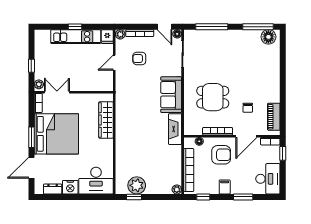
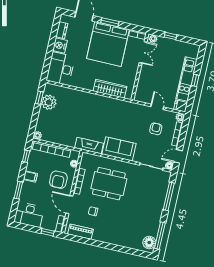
dining table: (213, 97) -> (109, 184), width x1.37

